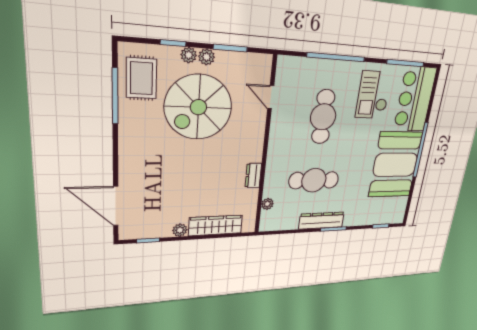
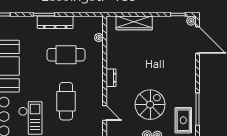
spiral stairs: (198, 107) -> (150, 105), width x0.73, depth x0.73
dresser: (253, 175) -> (111, 78), moved
plant: (180, 230) -> (191, 21), moved

